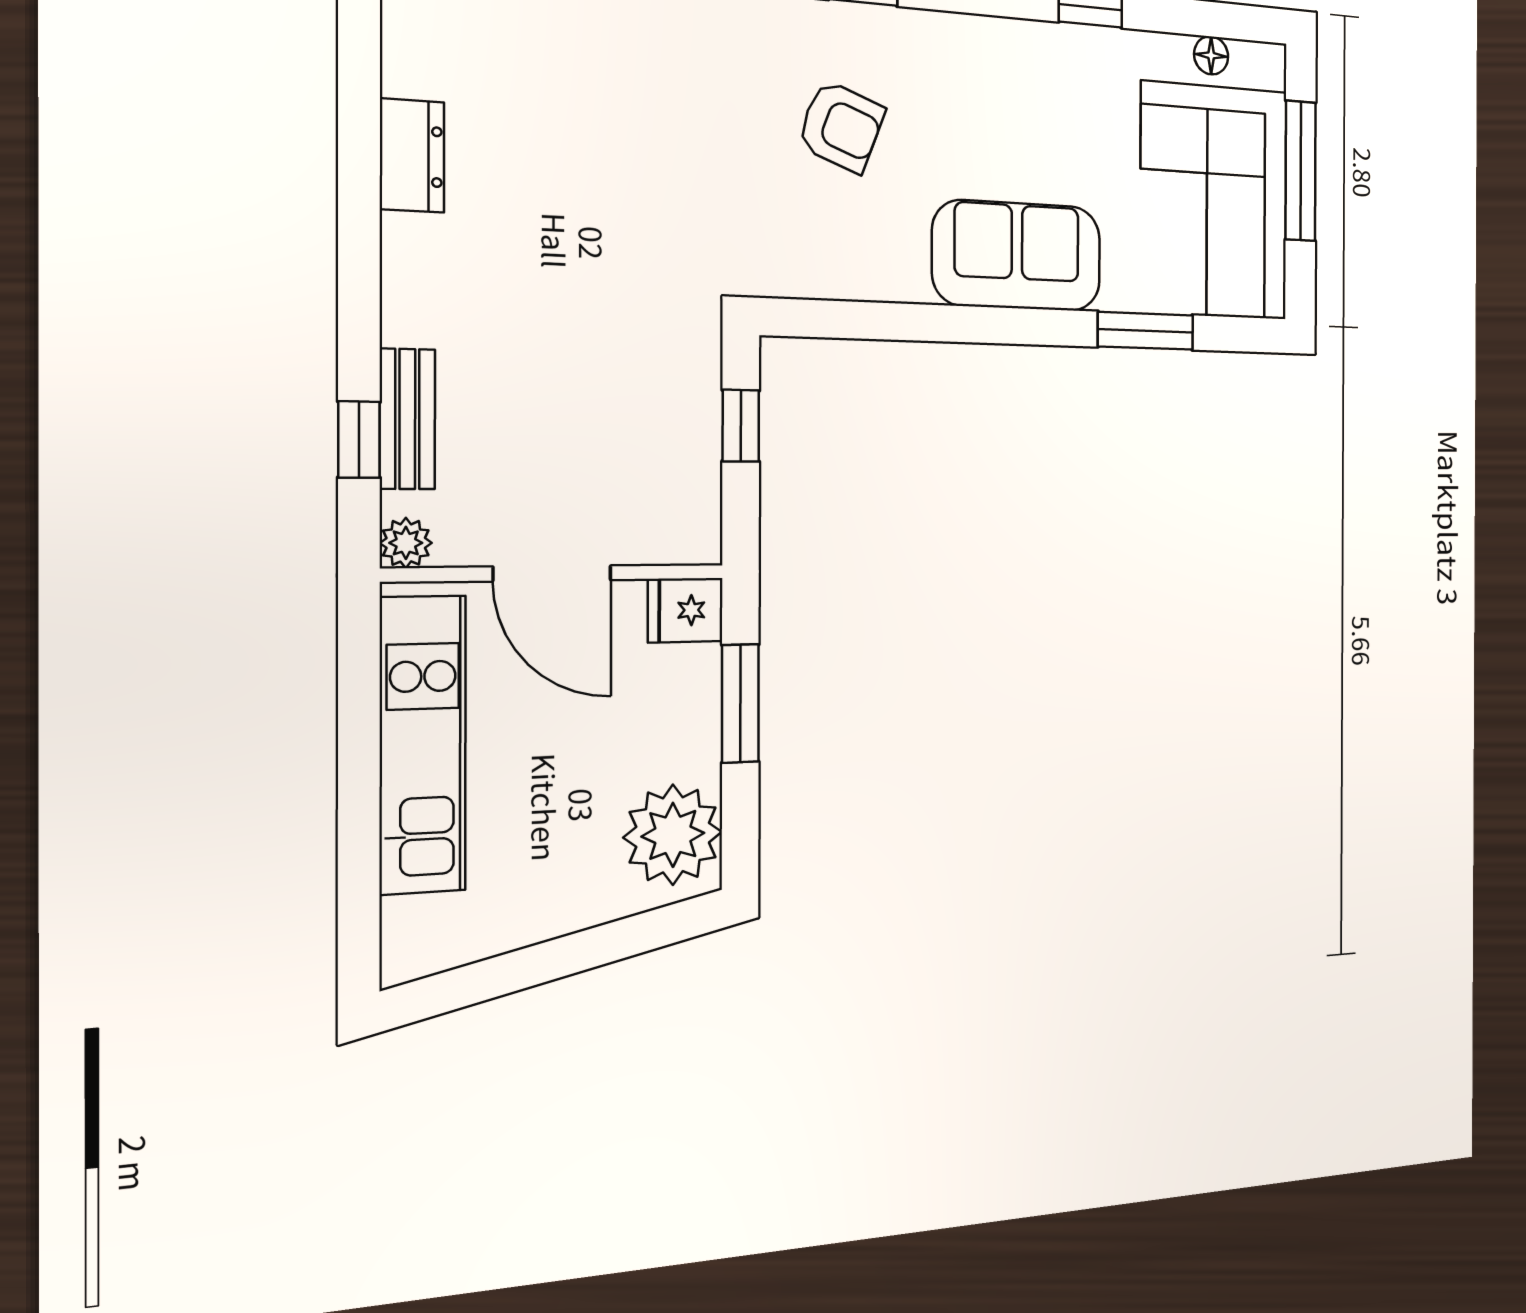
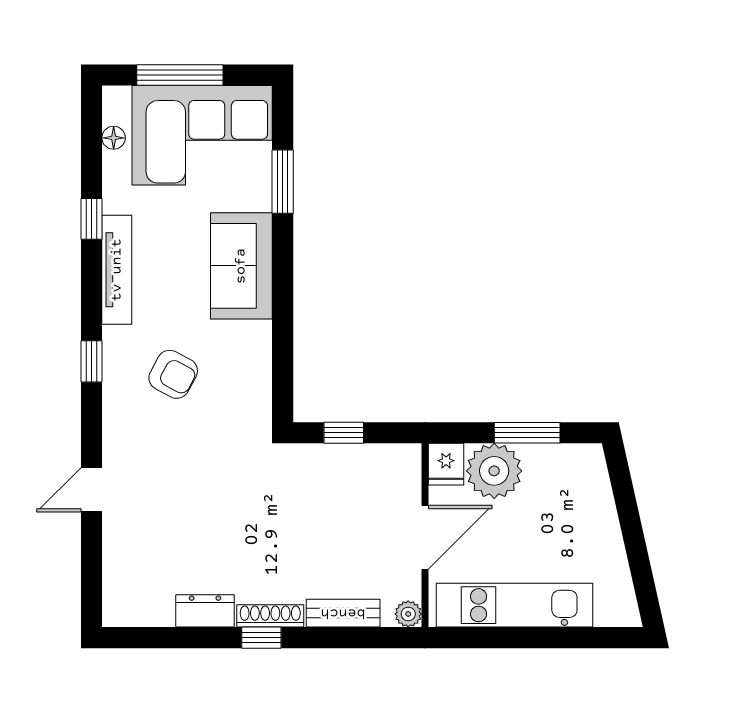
tv unit: (1011, 42) -> (117, 270), added
armchair: (841, 126) -> (173, 374), turned 97
shoe rack: (402, 280) -> (270, 616), added
window: (359, 440) -> (261, 638), moved
window: (740, 703) -> (527, 433), moved
plant: (673, 835) -> (494, 471), moved

